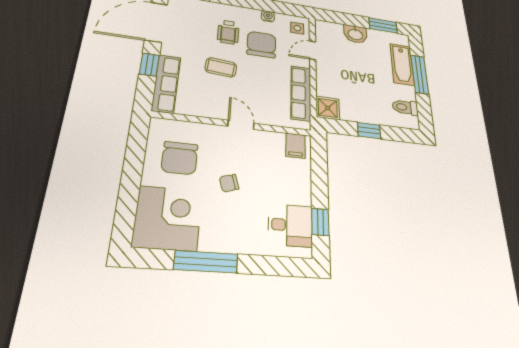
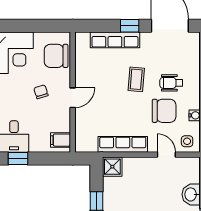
wall: (234, 124) -> (73, 92), moved
door: (241, 125) -> (73, 98), moved
filing cabinet: (296, 146) -> (60, 140), moved

